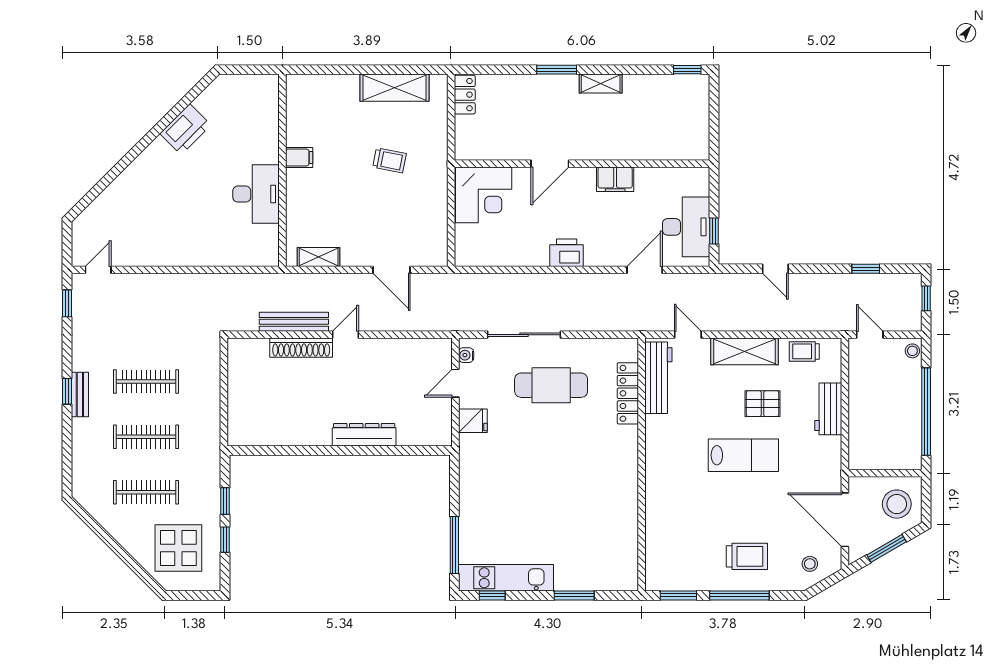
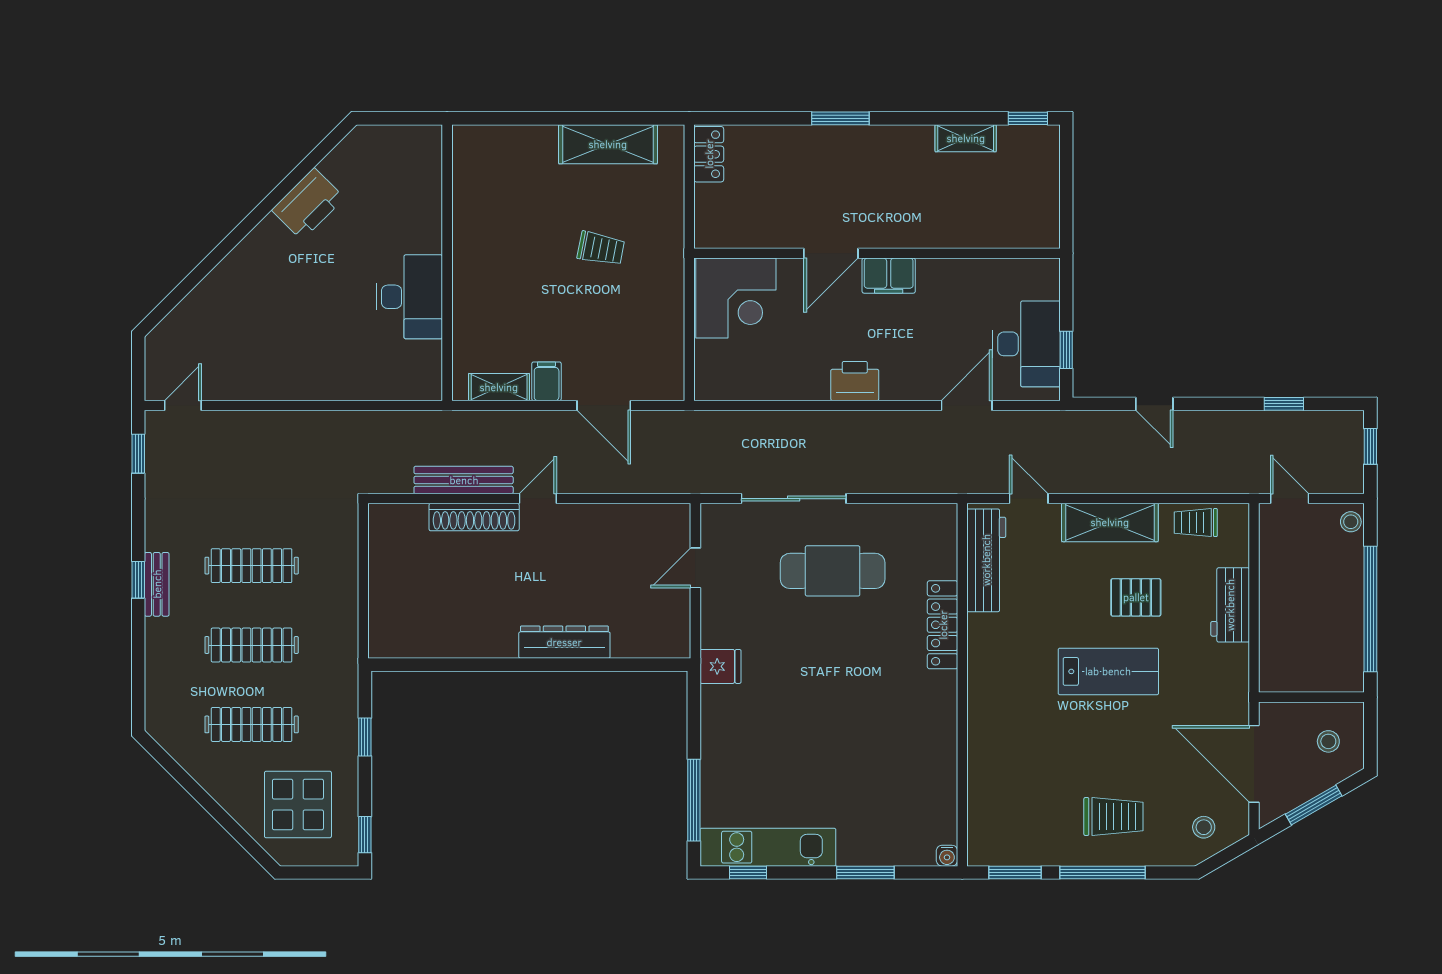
shelving: (601, 83) -> (966, 138), moved
filing cabinet: (299, 158) -> (547, 381), moved, turned -90
filing cabinet: (615, 179) -> (889, 276), moved
water cooler: (466, 355) -> (947, 856), moved, turned -90
locker: (628, 393) -> (943, 625), moved
fridge: (473, 421) -> (720, 666), moved
stool: (897, 504) -> (1328, 741), width x0.53, depth x0.53
window: (225, 540) -> (365, 835), moved

